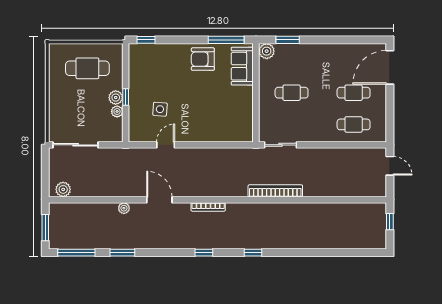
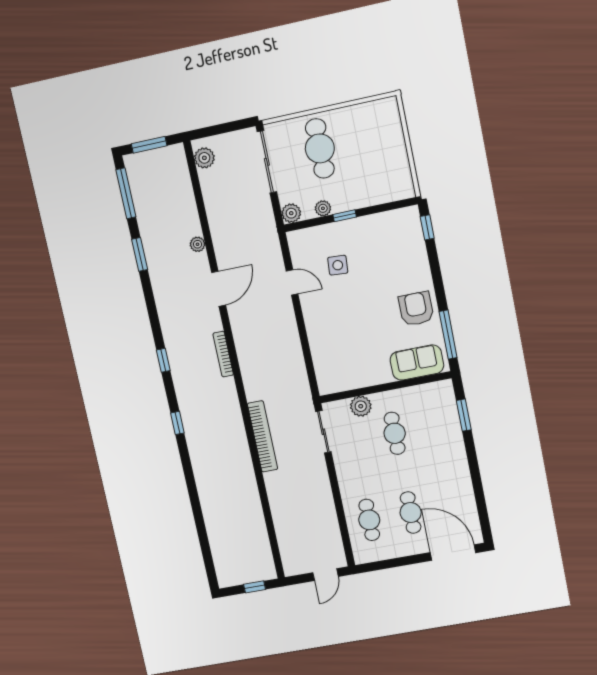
plant: (267, 51) -> (361, 406), moved
cafe table: (87, 68) -> (320, 148), moved
plant: (116, 98) -> (291, 213), moved

